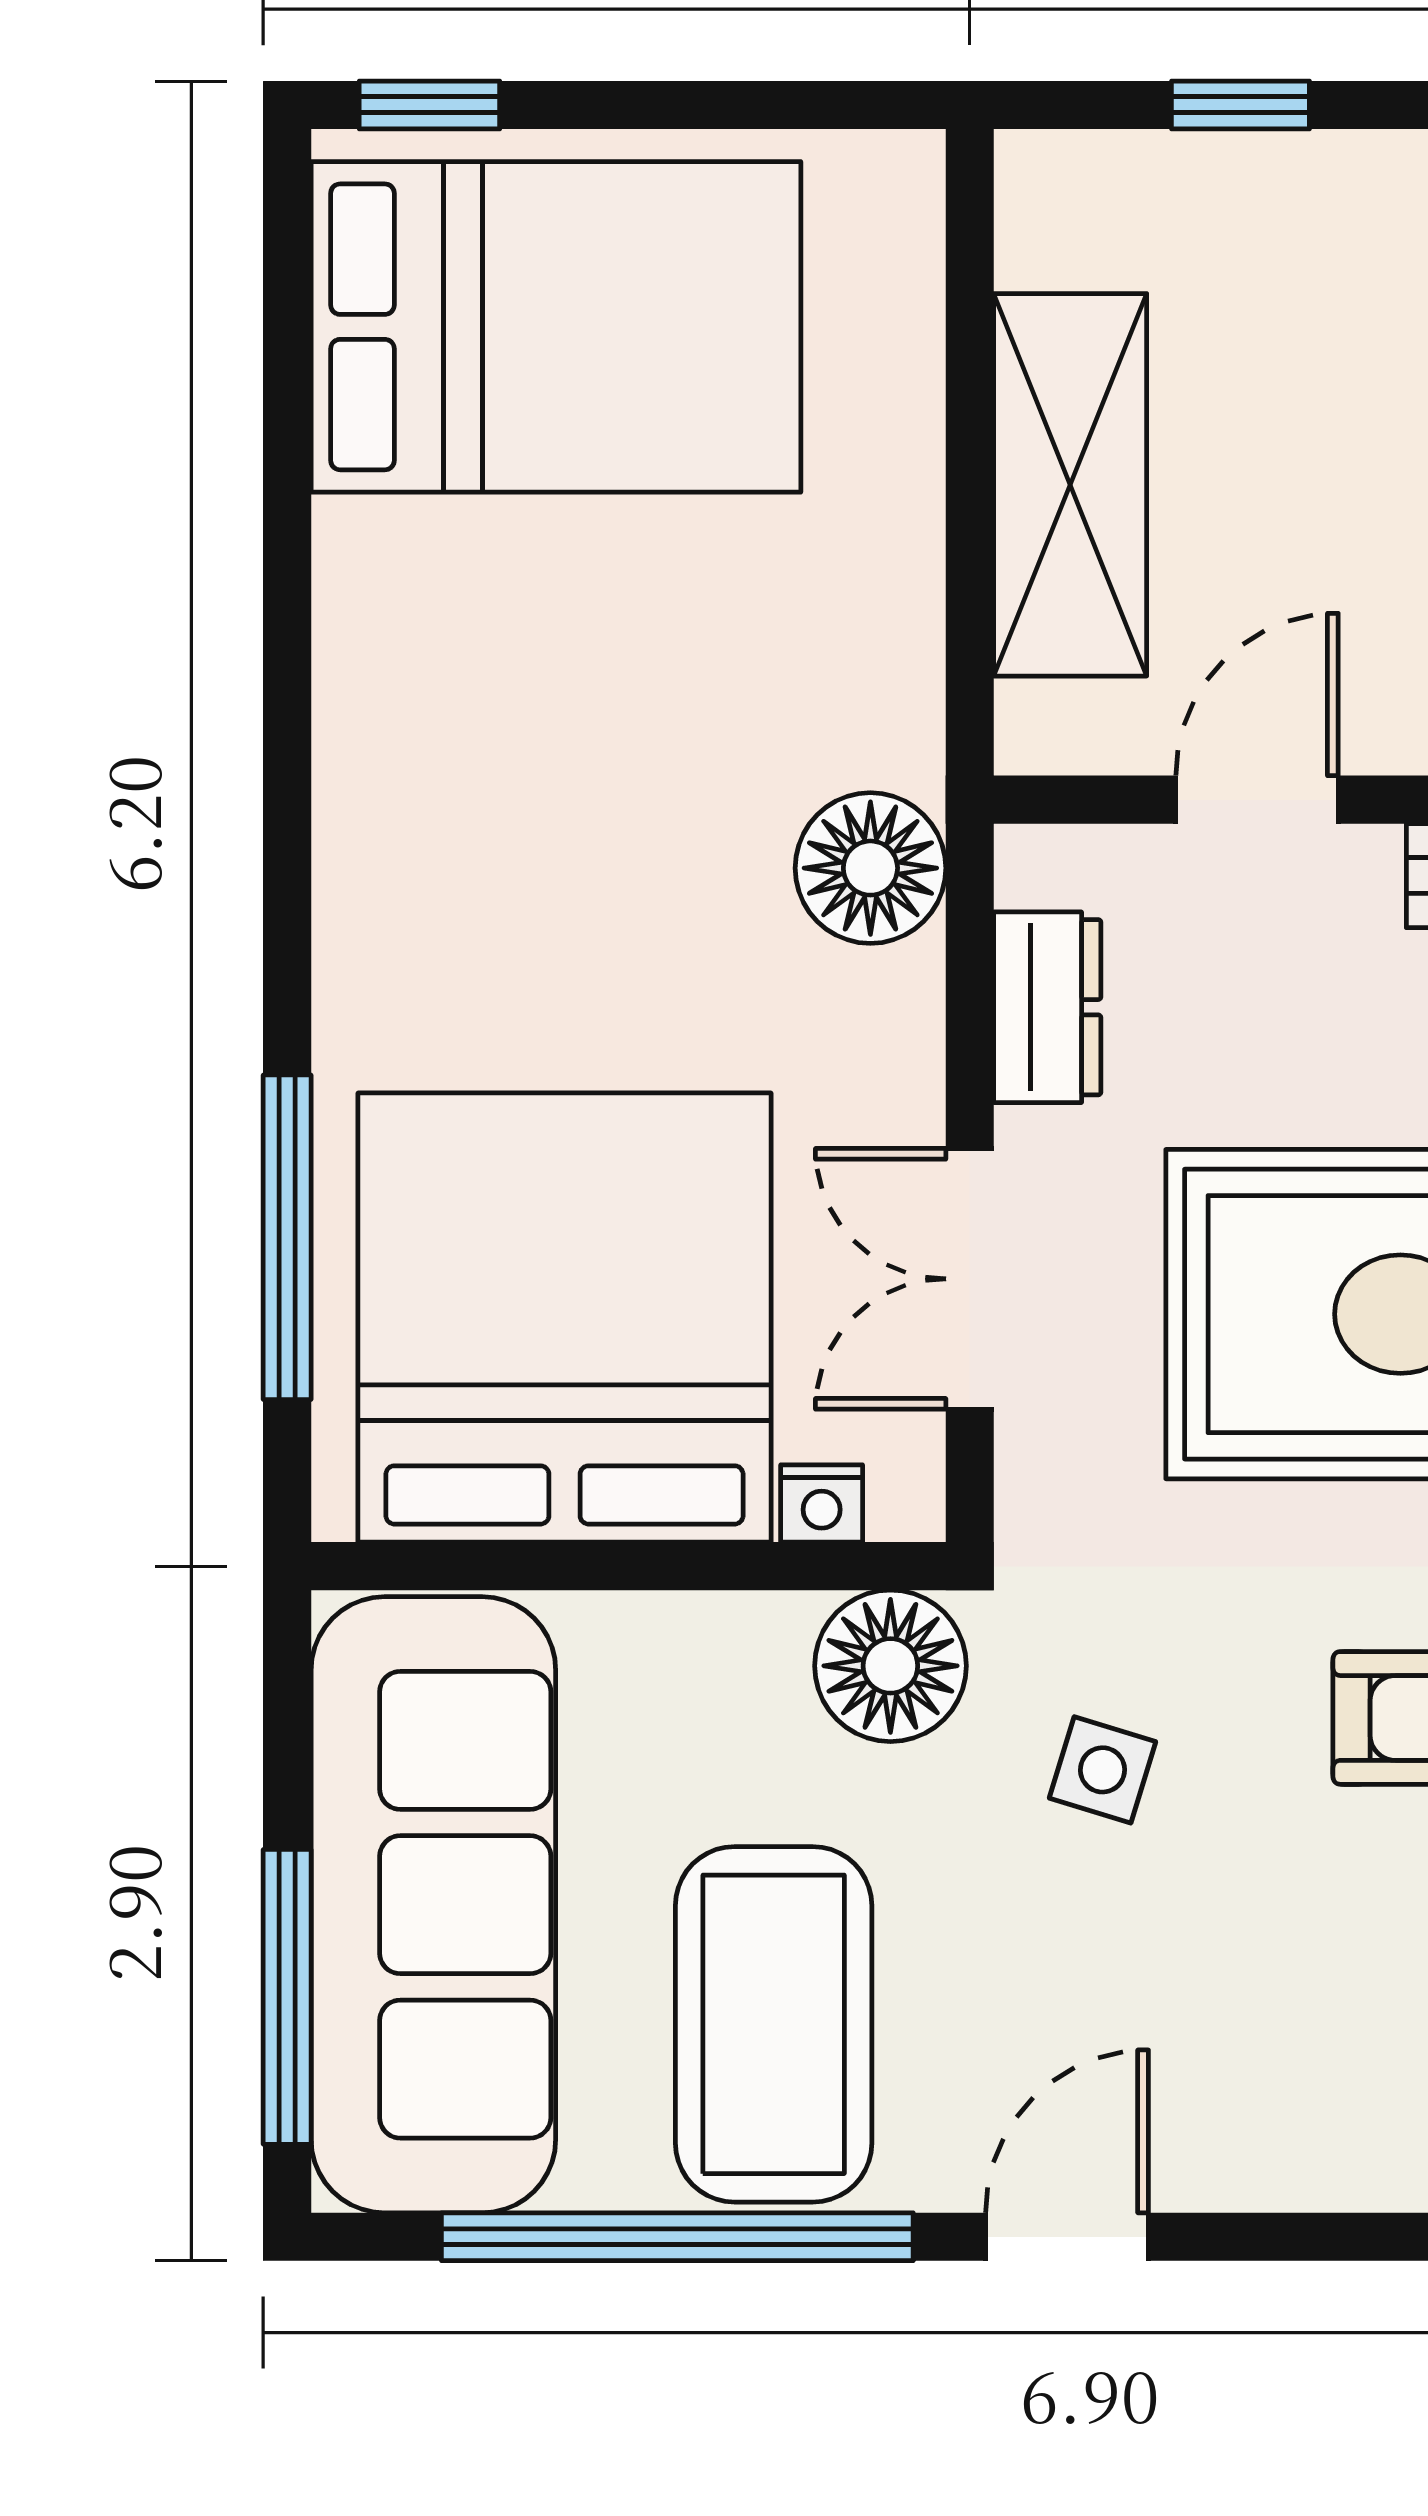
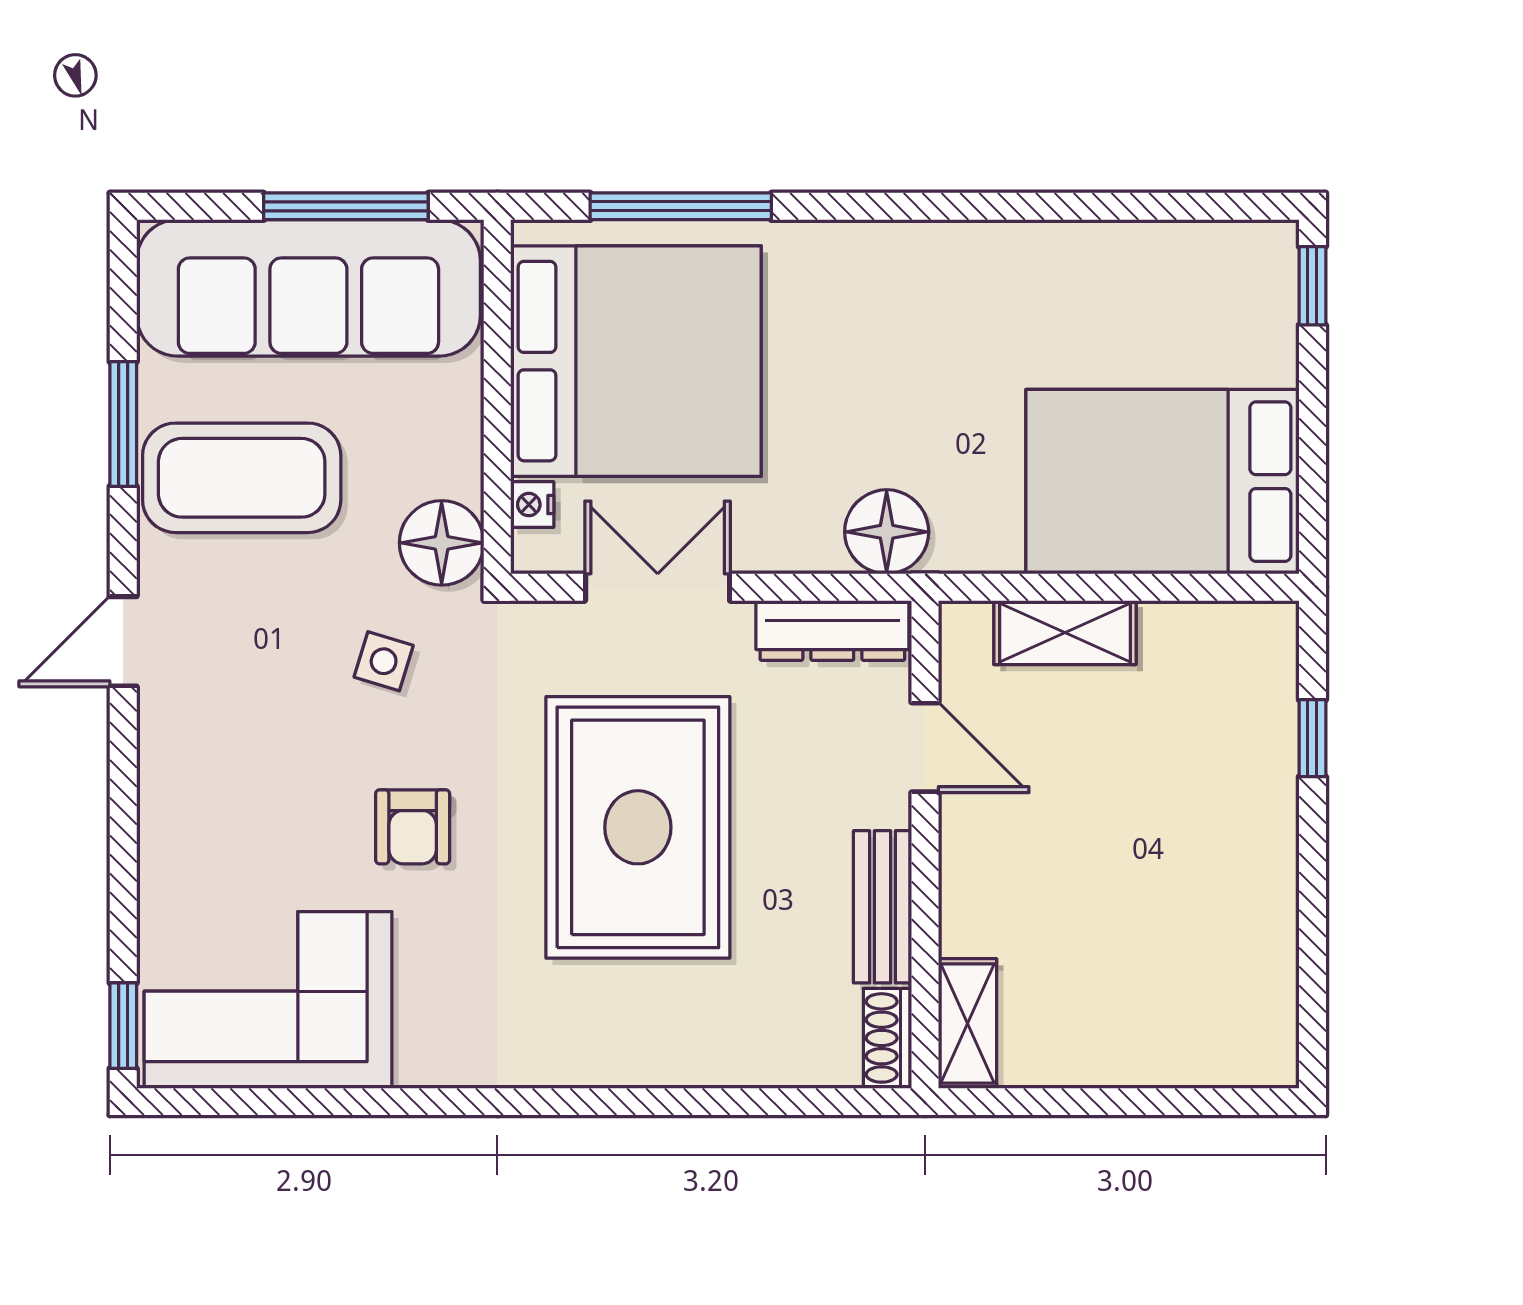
bed: (556, 327) -> (1162, 482), moved, turned 90
shelving: (1070, 485) -> (1065, 633), width x0.67, depth x0.75
dresser: (1047, 1007) -> (832, 630), width x1.44
window: (287, 1997) -> (346, 206), moved
window: (677, 2237) -> (123, 424), width x0.47
door: (1067, 2237) -> (123, 641), swing flipped

